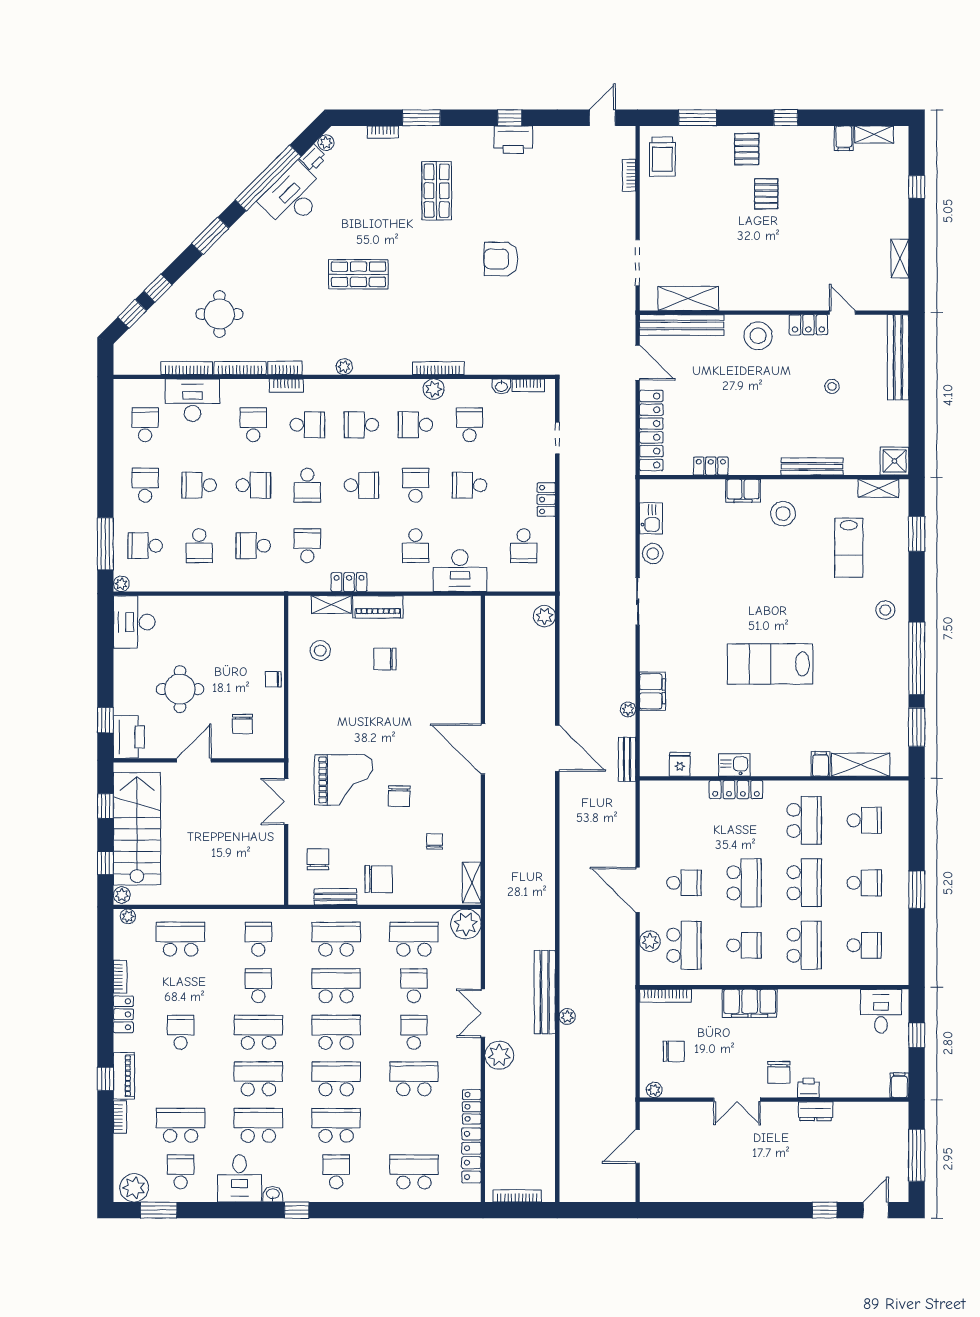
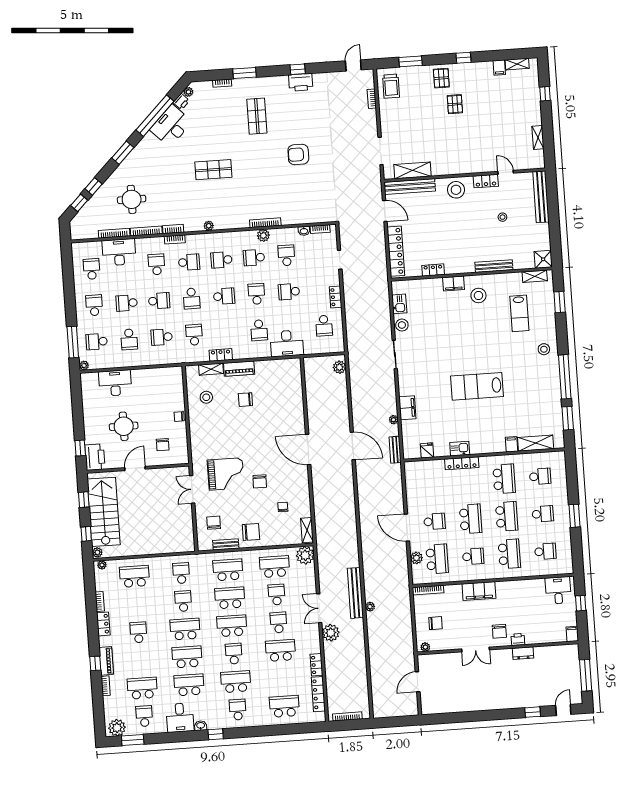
desk: (134, 622) -> (115, 383), moved, turned 90
school desk: (336, 1079) -> (234, 654), width x0.54

